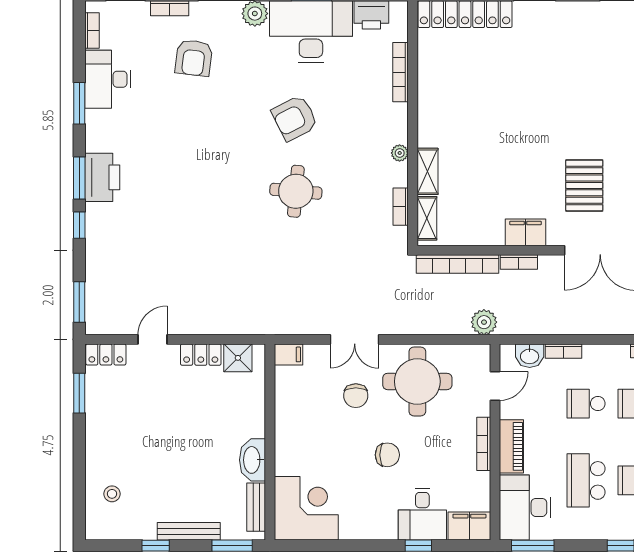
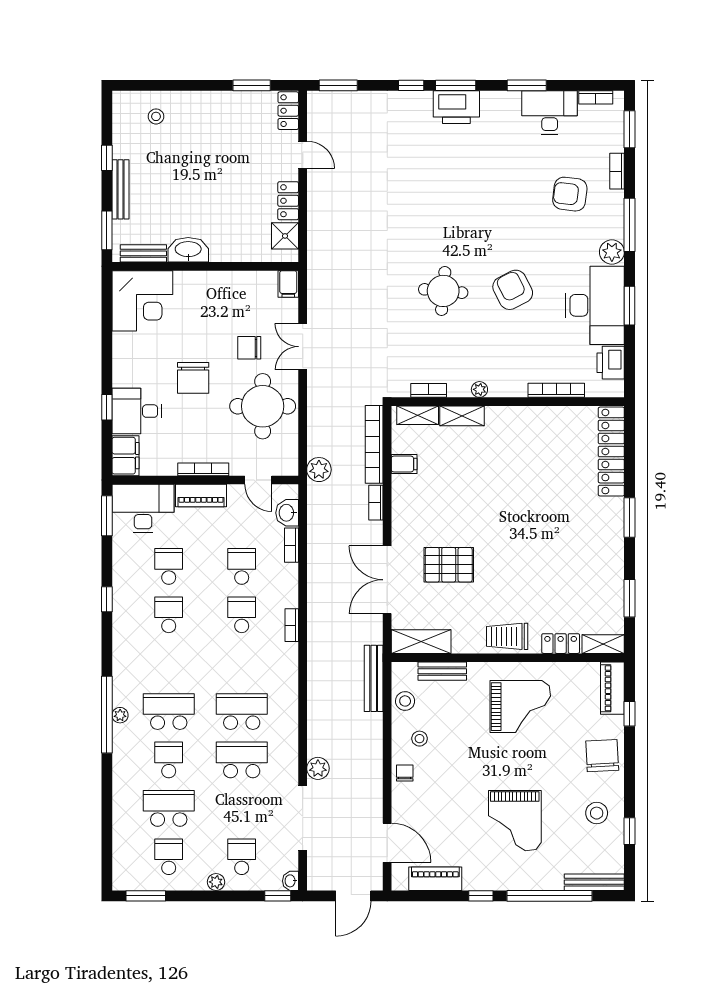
filing cabinet: (525, 232) -> (404, 464), moved, width x0.50
chair: (387, 455) -> (193, 378), width x1.37, depth x1.37
school desk: (586, 480) -> (169, 566), width x0.54

